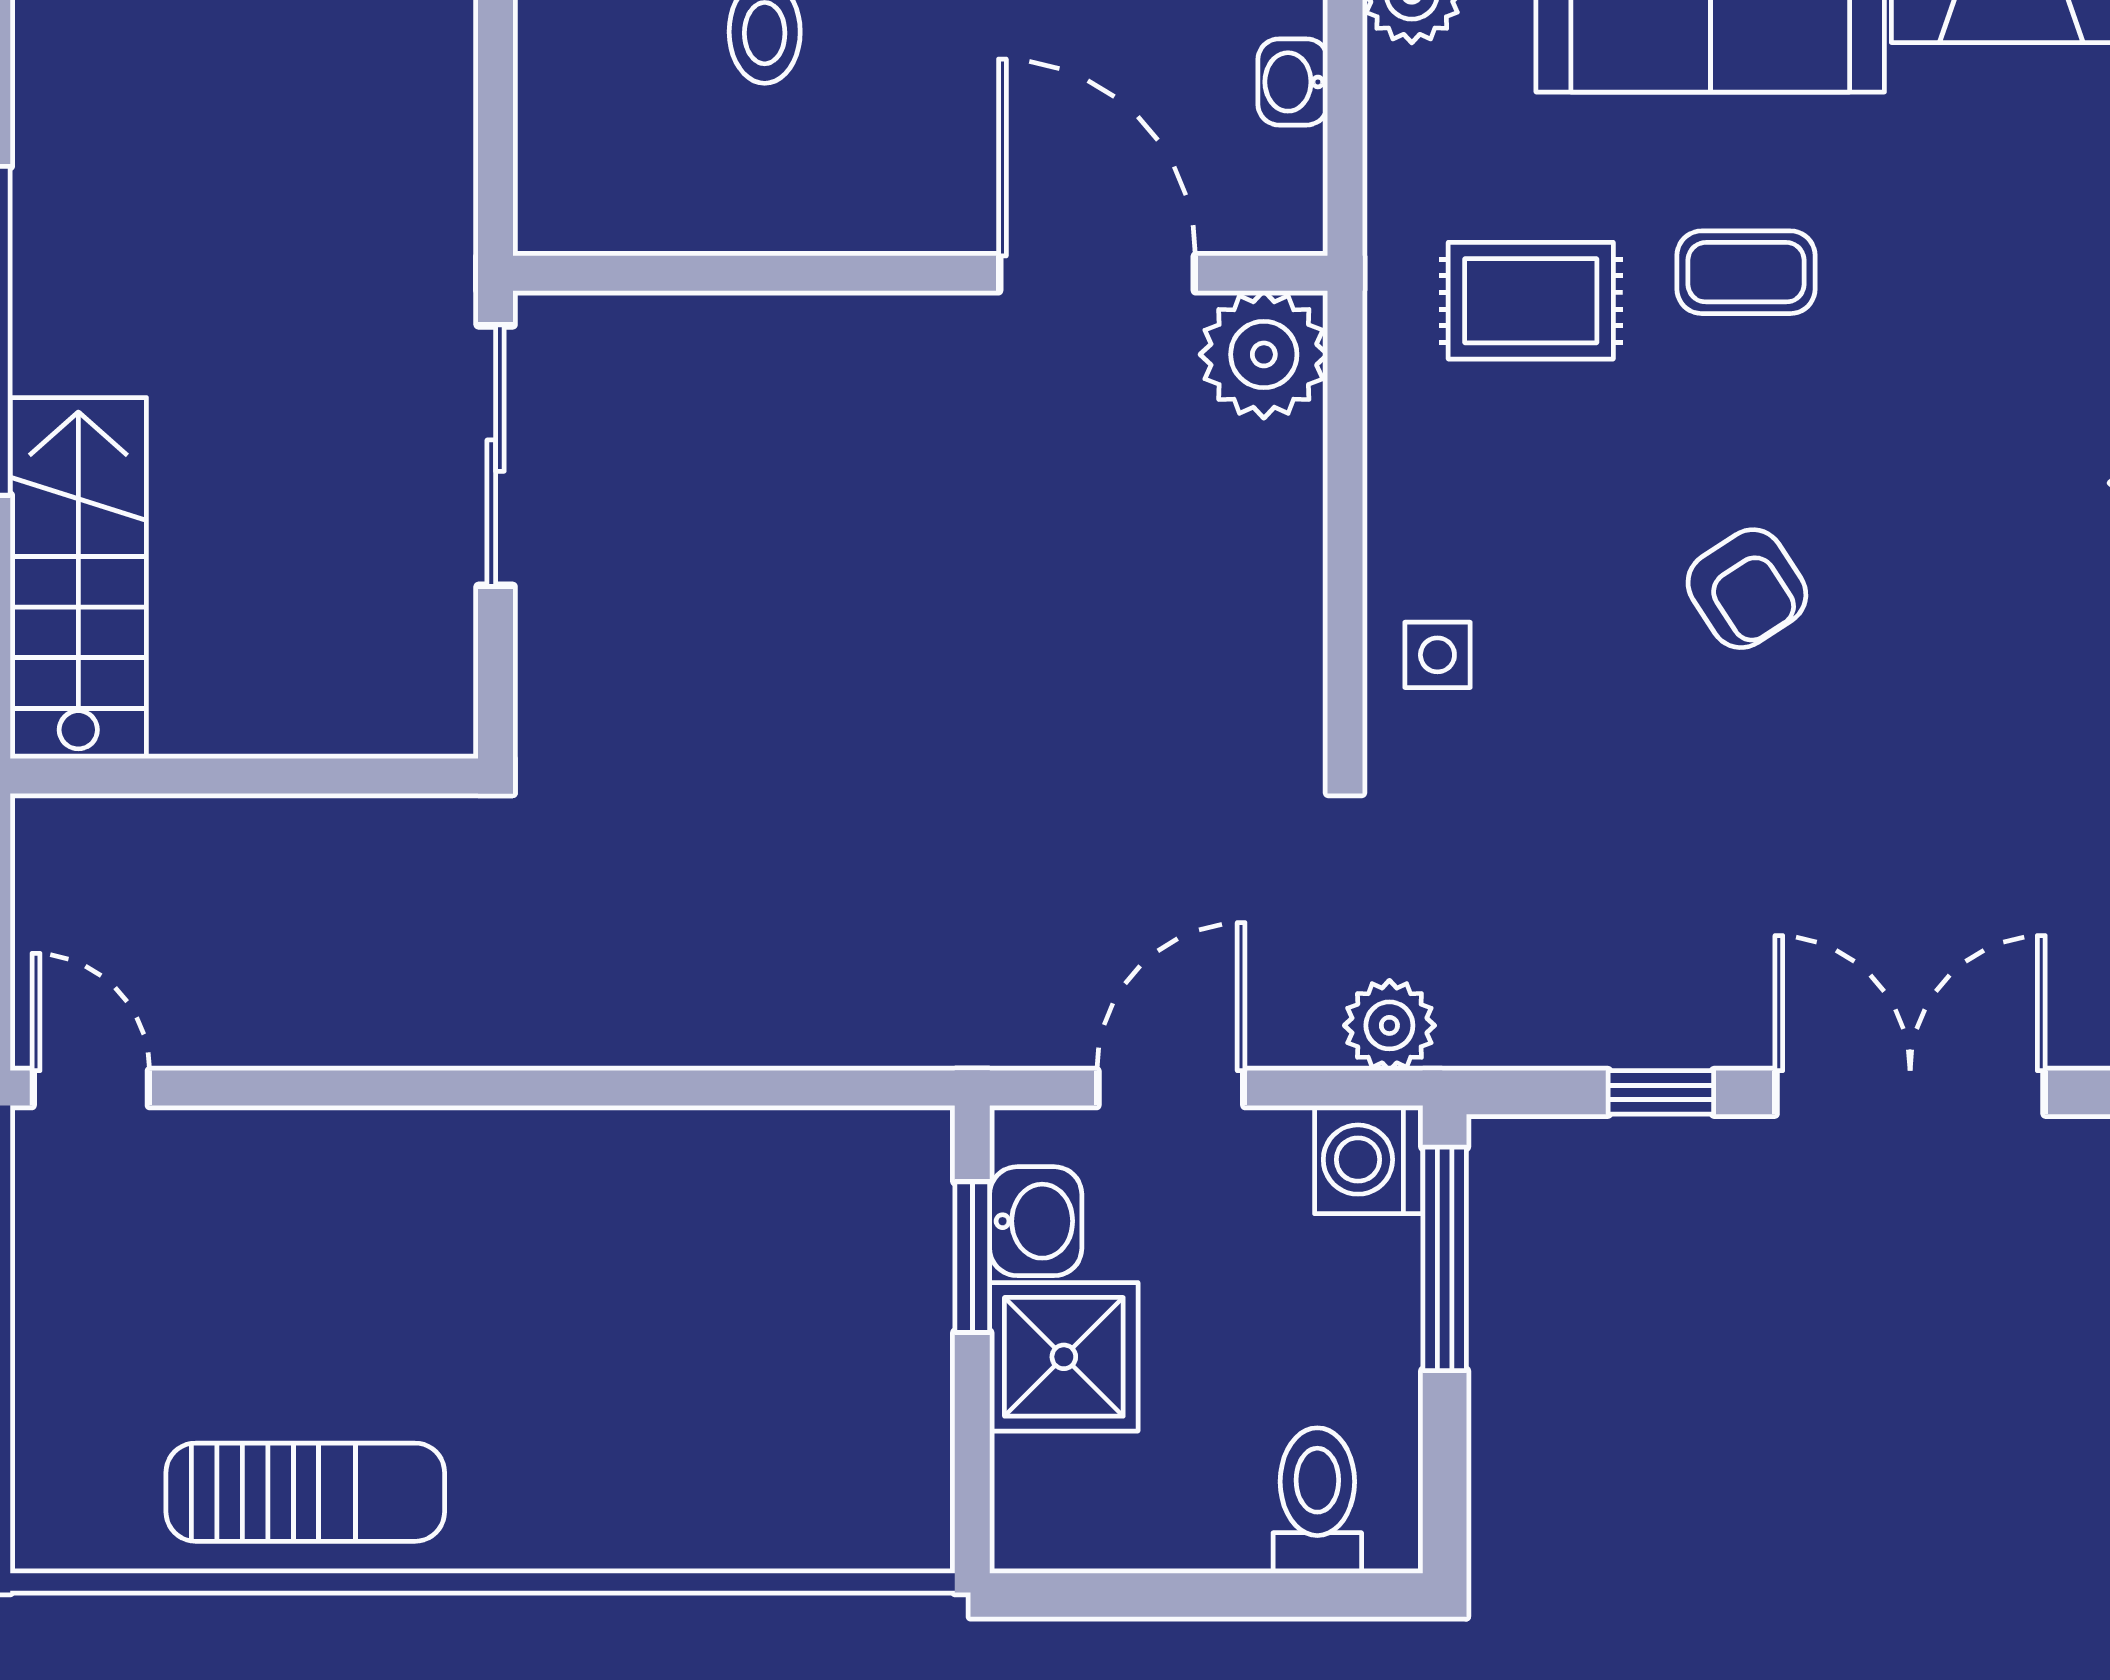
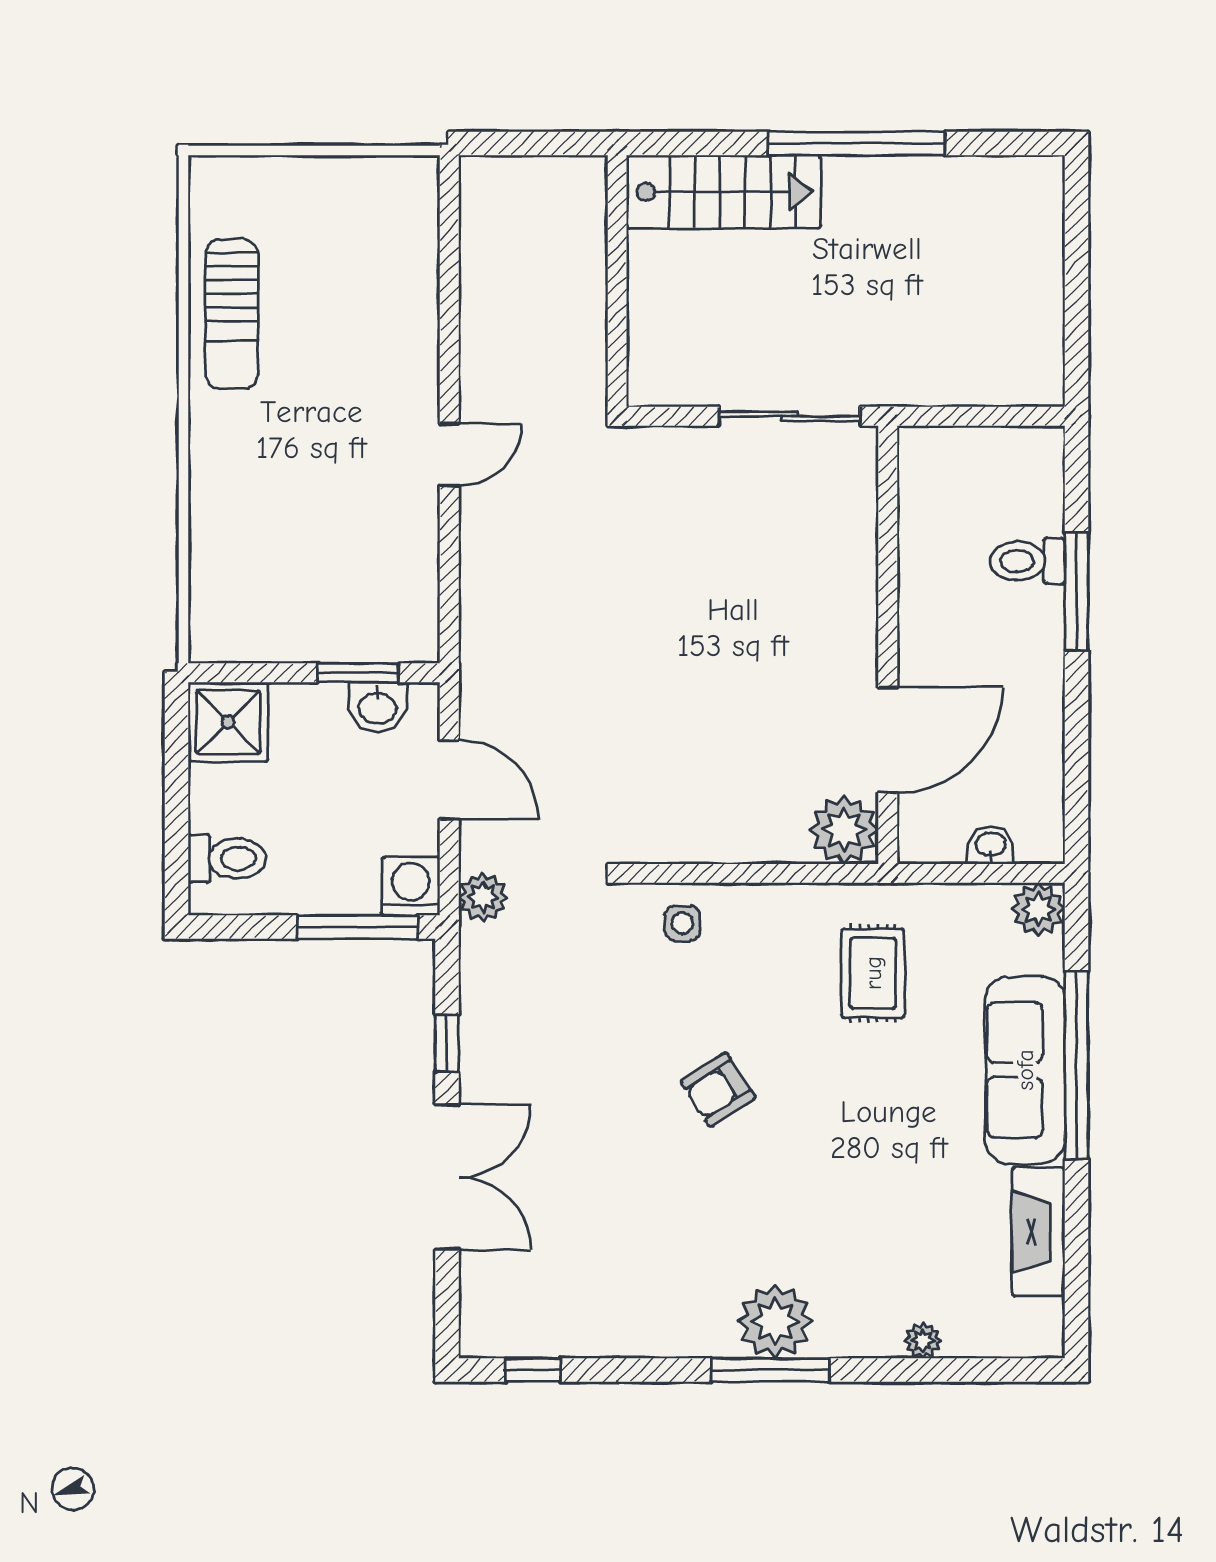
coffee table: (1746, 272) -> (888, 1089), removed
door: (91, 1088) -> (449, 455), moved
shower: (1064, 1357) -> (228, 722), moved

